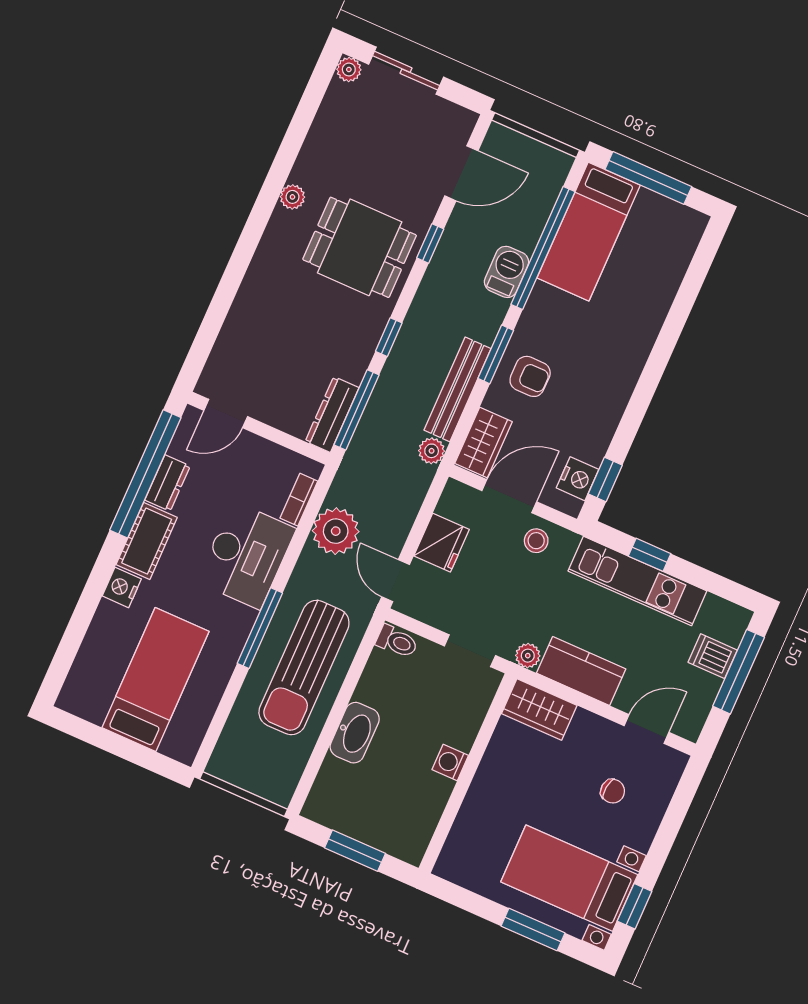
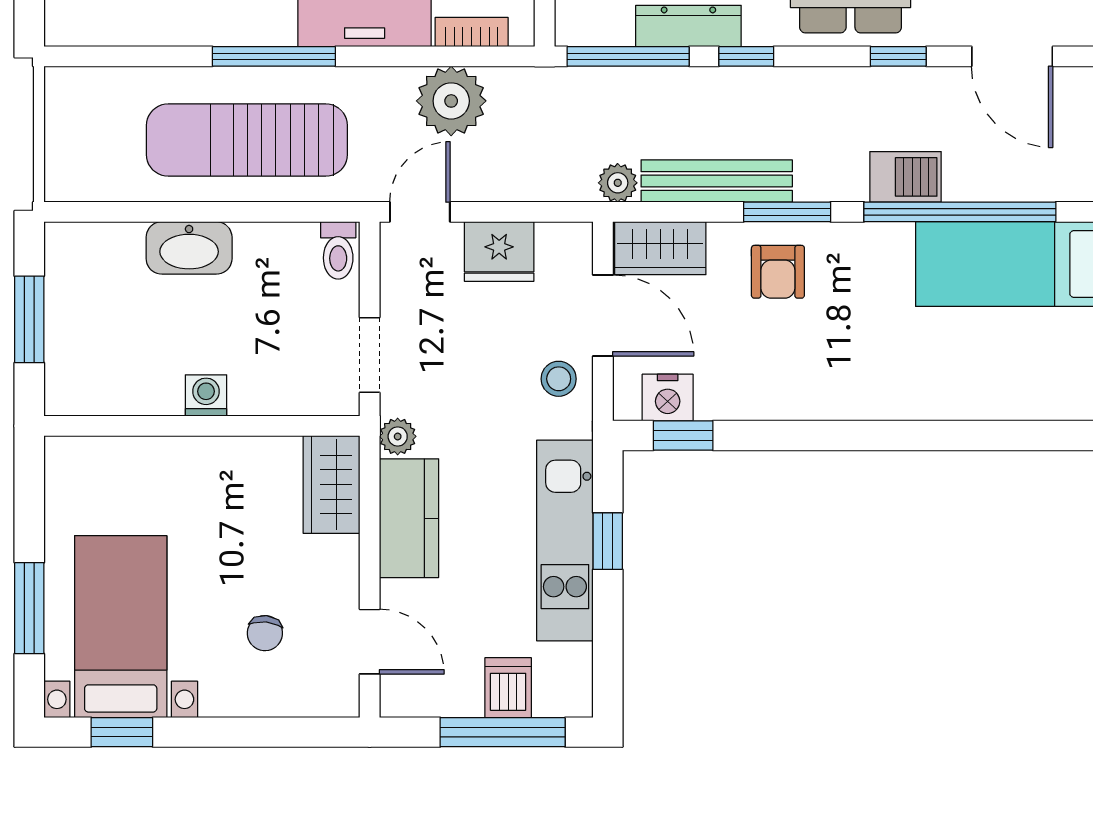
dresser: (332, 415) -> (688, 26), moved

